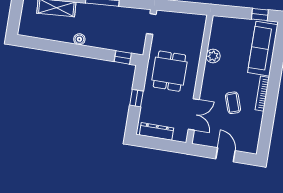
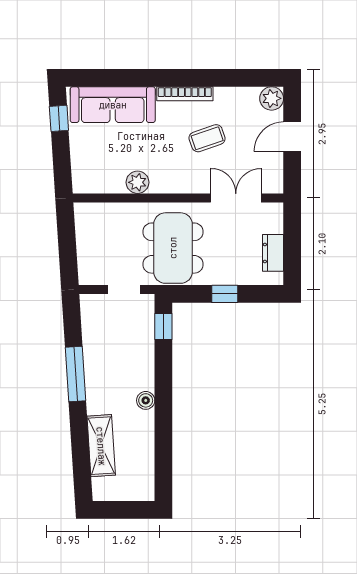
doorway: (151, 24) -> (124, 290), moved
dining table: (169, 71) -> (173, 248), width x1.38
dresser: (157, 131) -> (273, 253), width x0.70
plant: (251, 146) -> (272, 98), added

